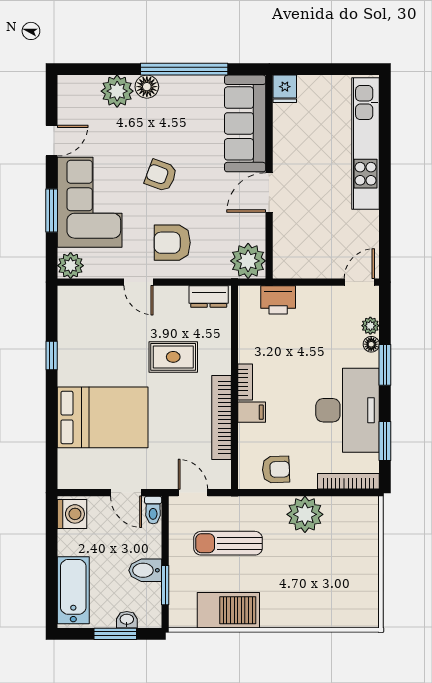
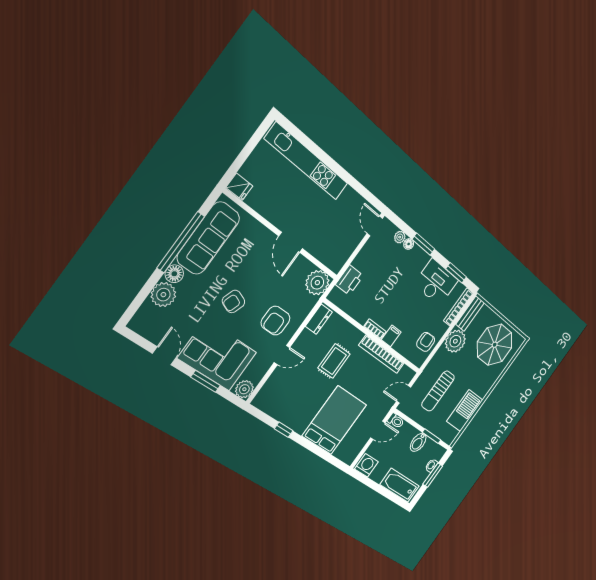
sofa: (245, 123) -> (208, 238), moved, turned -90
desk: (348, 410) -> (436, 282), width x0.73, depth x0.77
bench: (352, 506) -> (470, 314), added
parasol: (340, 582) -> (495, 345), added

